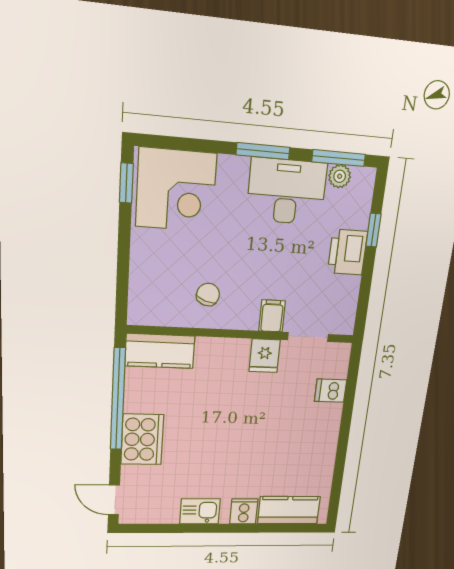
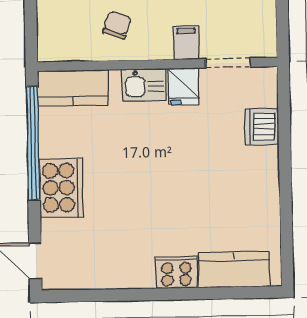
dishwasher: (330, 391) -> (262, 127), width x1.38
kitchen sink: (200, 511) -> (144, 85), moved, turned 180
cooker: (244, 511) -> (176, 272), width x1.36

